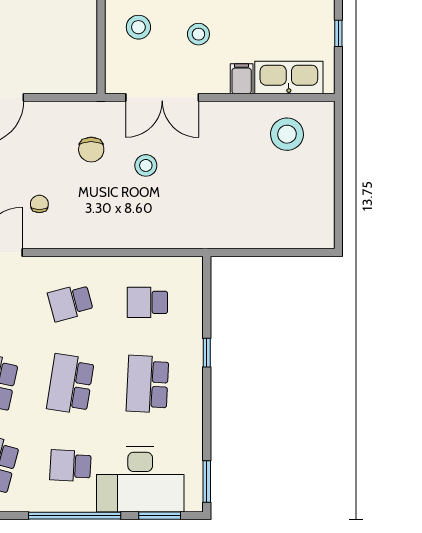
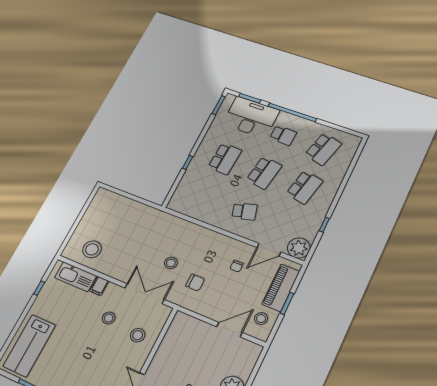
chair: (91, 150) -> (195, 283), turned 90
school desk: (147, 302) -> (205, 197), removed

